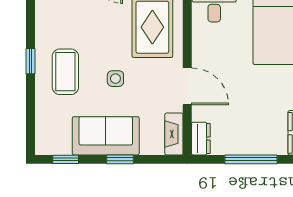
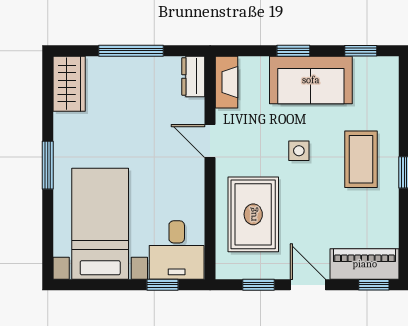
door: (187, 86) -> (210, 141), width x0.73

